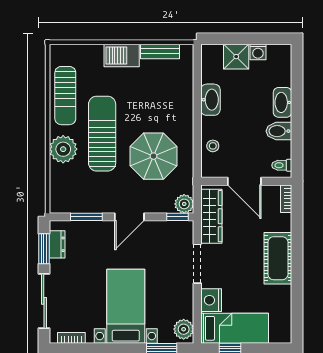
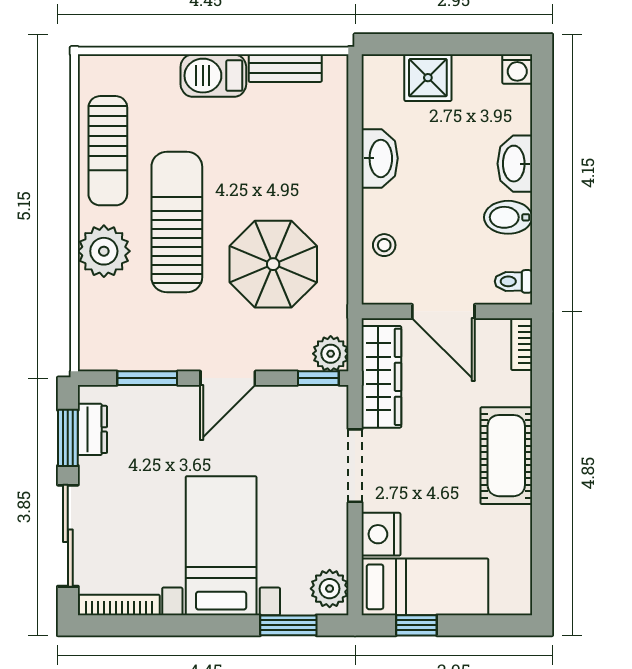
washing machine: (258, 52) -> (517, 69), moved
bookcase: (71, 338) -> (119, 605), width x1.56

